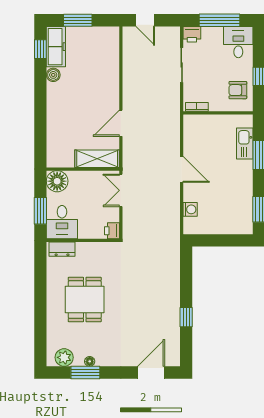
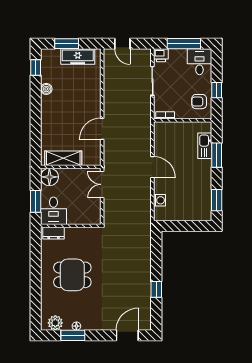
freezer: (56, 47) -> (78, 57), moved, turned 90
shelving: (97, 159) -> (63, 158), moved
printer: (112, 231) -> (95, 218), removed
dining table: (85, 300) -> (72, 275), turned 90

